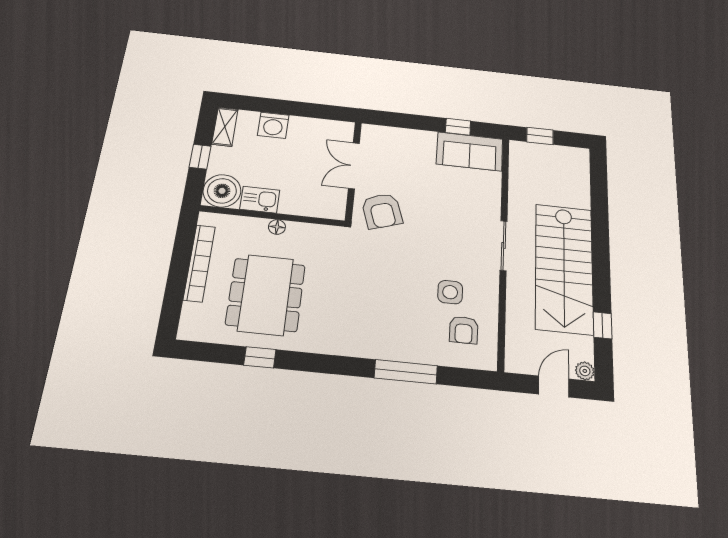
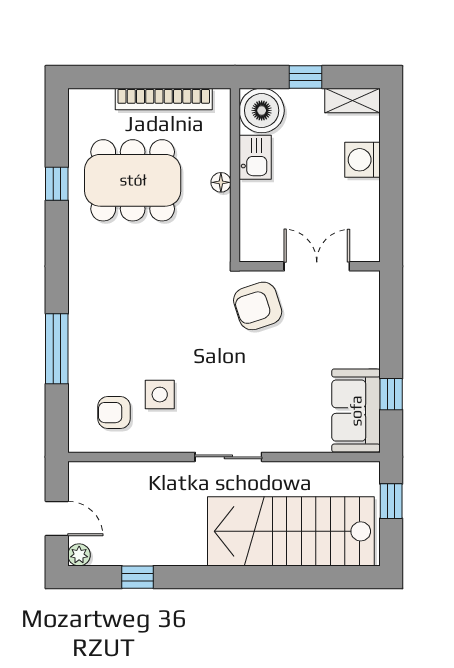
stairs: (564, 268) -> (291, 531), moved

